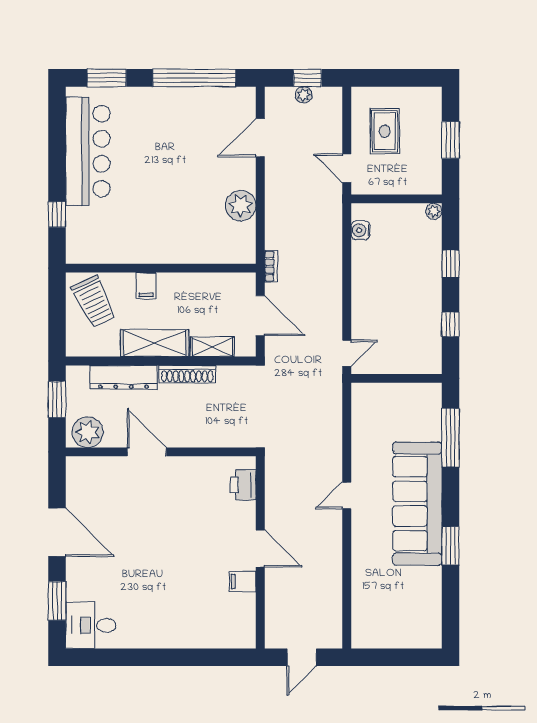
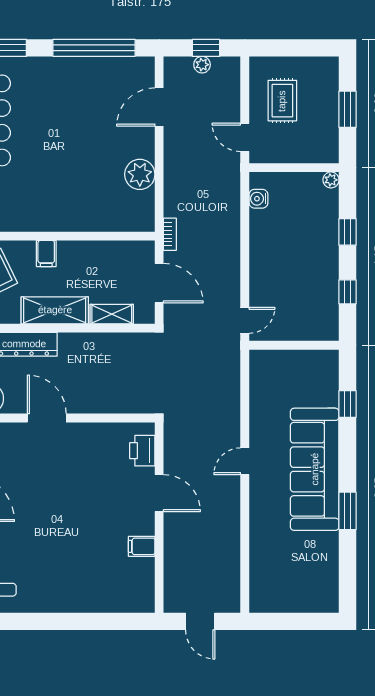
shoe rack: (187, 374) -> (87, 341), removed
window: (450, 438) -> (347, 404), width x0.46
door: (260, 548) -> (159, 493), moved
door: (302, 657) -> (200, 621), hinge flipped

